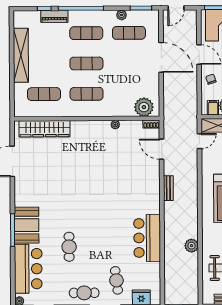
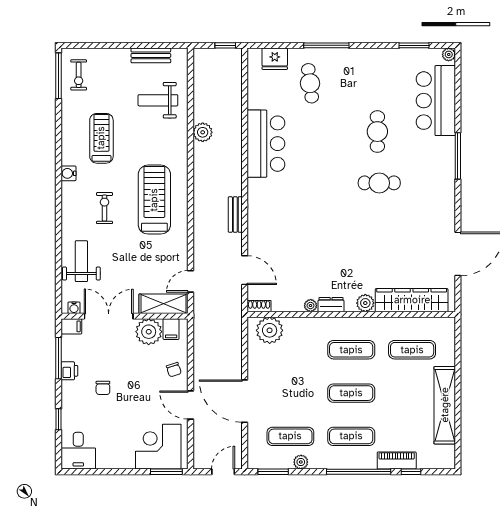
dresser: (101, 125) -> (331, 305), added
plant: (77, 127) -> (365, 303), added
booth: (27, 225) -> (438, 163), removed
cafe table: (84, 293) -> (379, 183), moved

